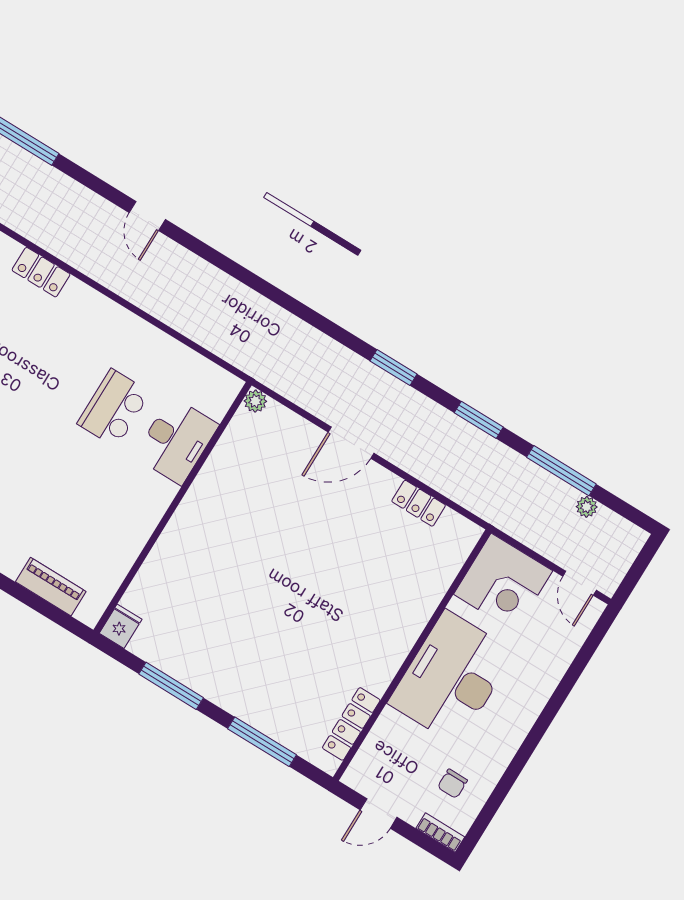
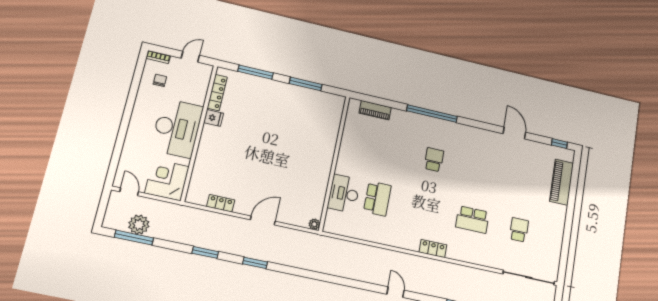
window: (561, 471) -> (134, 238), moved
plant: (587, 507) -> (139, 225), width x1.87, depth x1.87
fridge: (121, 626) -> (214, 118), moved, turned -90

